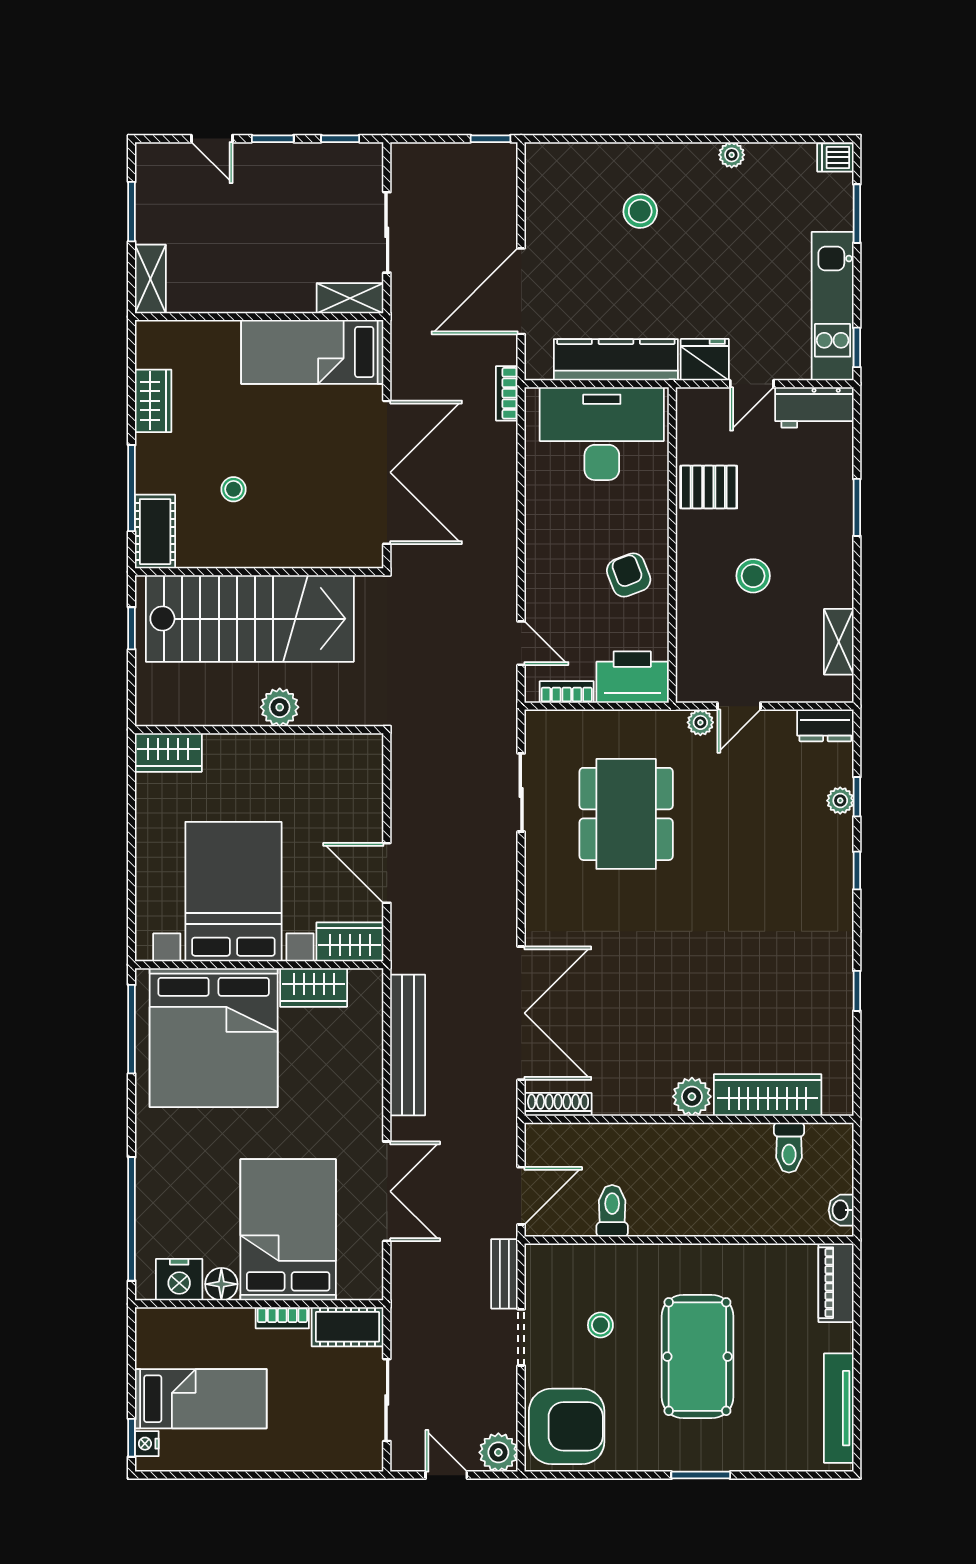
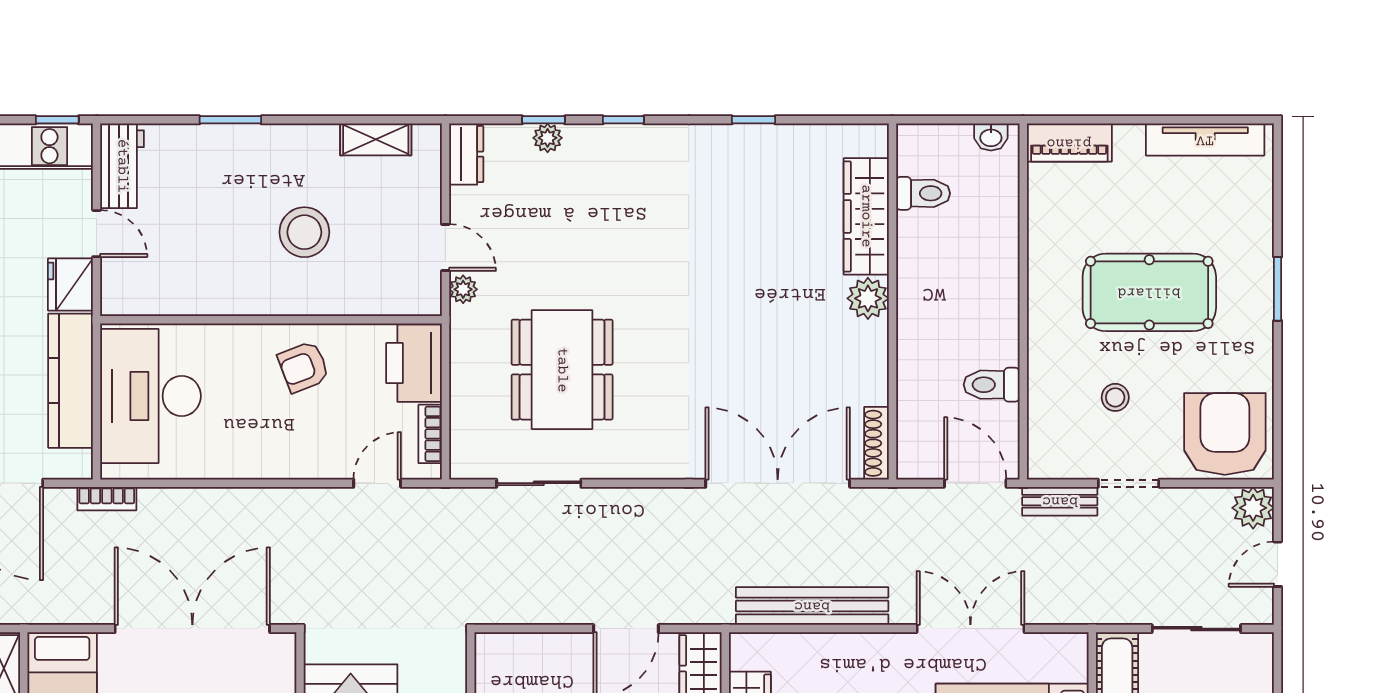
pallet: (709, 487) -> (208, 280), removed
stool: (753, 576) -> (304, 232), width x1.38, depth x1.38
dining table: (626, 814) -> (562, 370), turned 90

